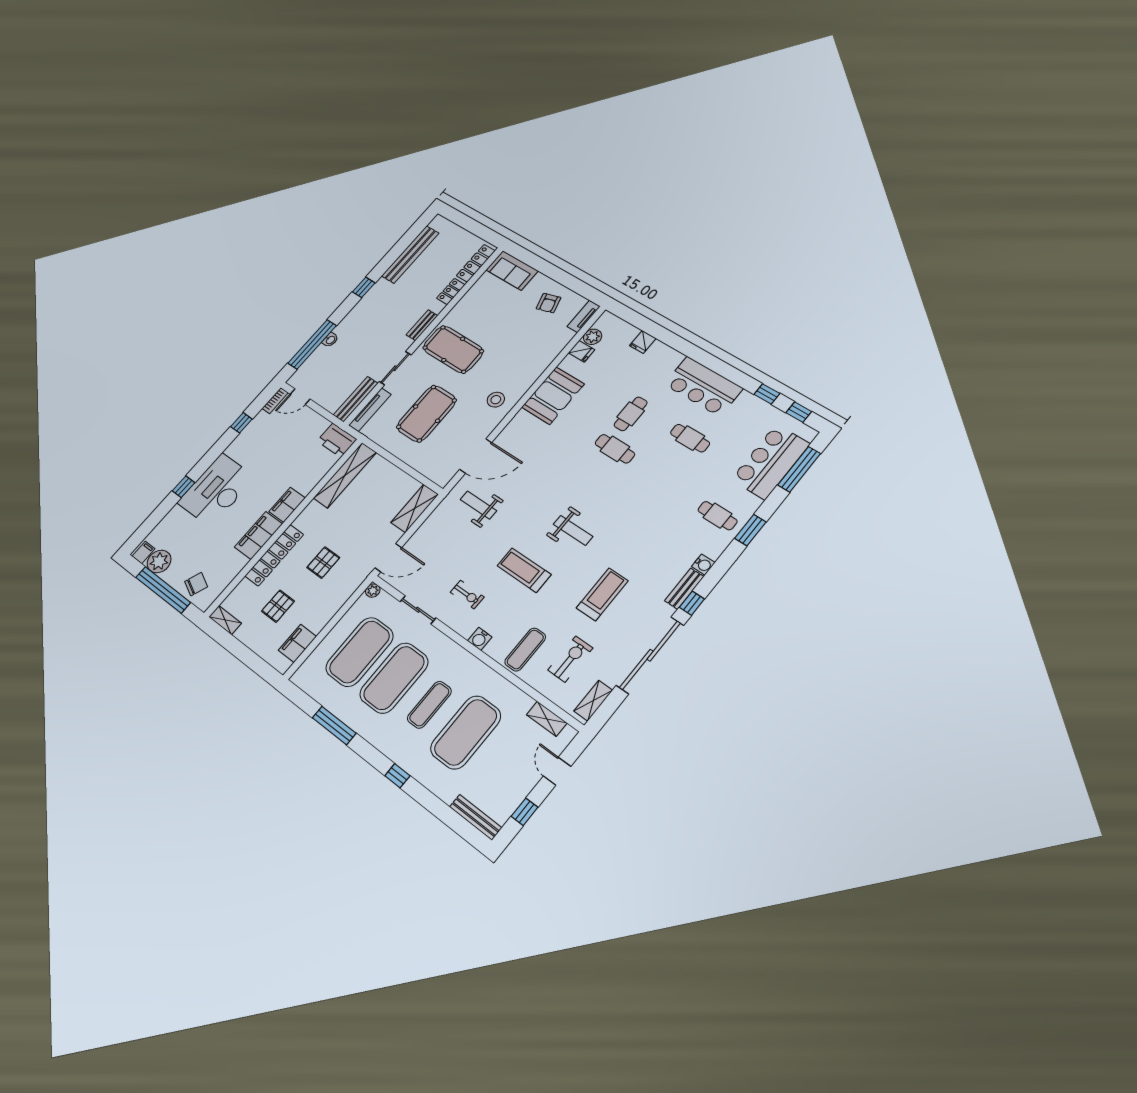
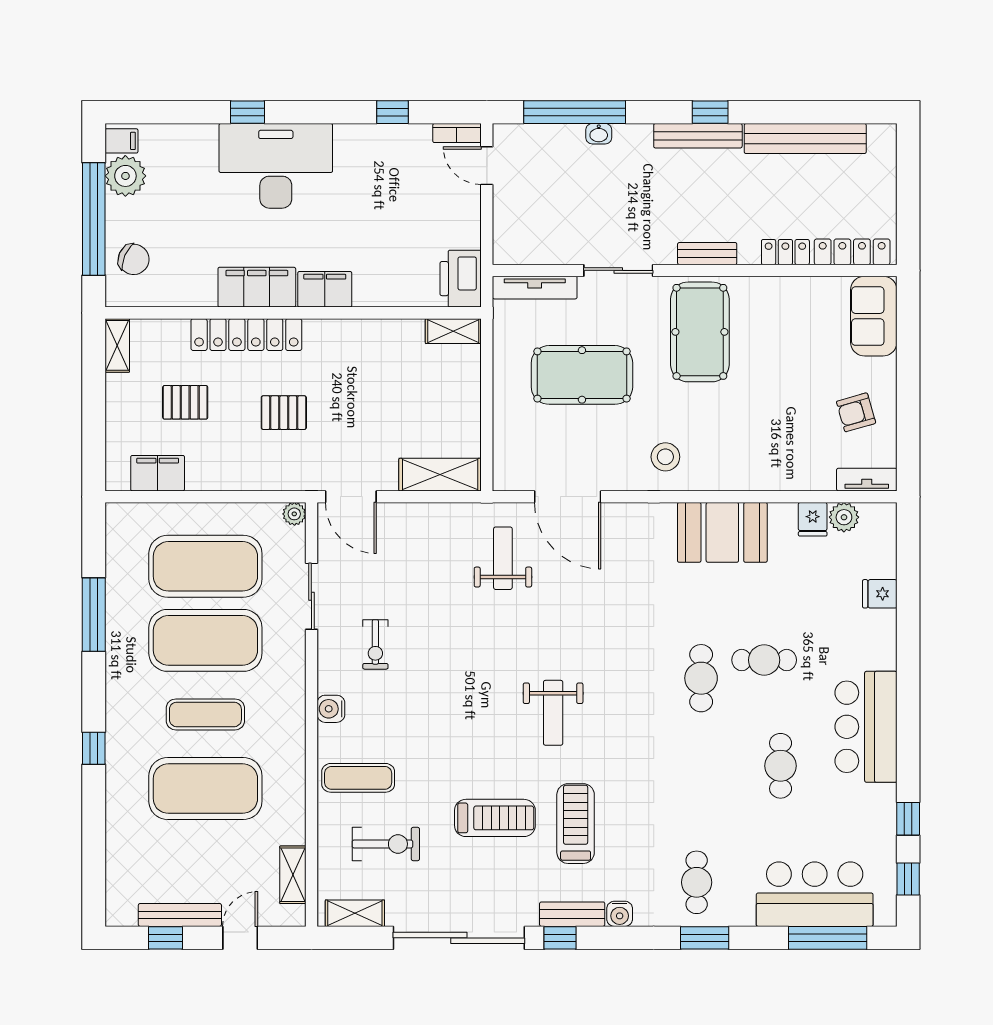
bench: (356, 399) -> (698, 136), moved
shelving: (345, 475) -> (453, 331), width x0.45, depth x0.75
treadmill: (524, 570) -> (576, 824), moved
bench: (476, 817) -> (180, 915), moved, turned 90

